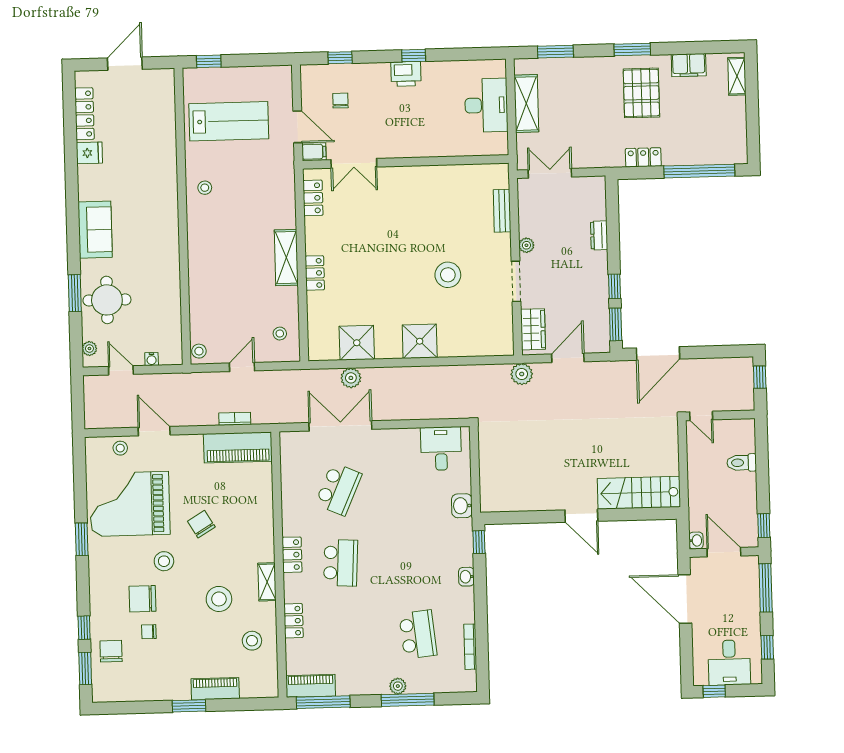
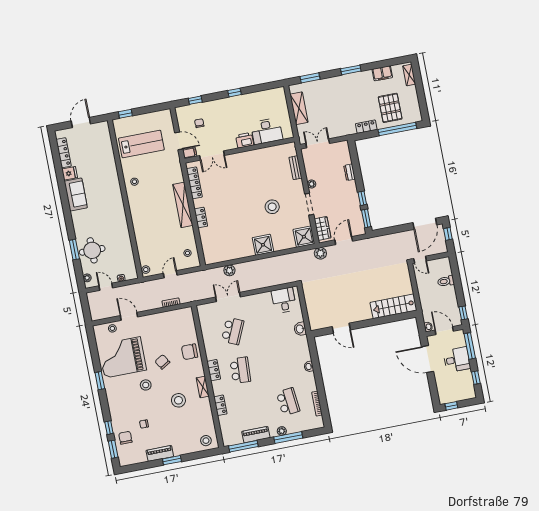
printer: (406, 74) -> (245, 140), moved, turned 180
pallet: (641, 93) -> (390, 108), moved
desk: (486, 105) -> (267, 131), moved, turned 90
locker: (313, 198) -> (194, 183), width x1.53
sofa: (95, 230) -> (76, 194), moved
shelving: (286, 258) -> (183, 205), width x1.47
shower: (357, 343) -> (304, 237), moved
door: (658, 353) -> (425, 224), moved
double door: (340, 426) -> (228, 297), width x0.73
piano: (238, 447) -> (175, 318), removed
door: (581, 516) -> (341, 328), moved
window: (479, 542) -> (312, 347), removed
chair: (143, 599) -> (190, 352), moved
stool: (252, 641) -> (206, 441), moved
desk: (729, 663) -> (457, 360), moved, turned -90
piano: (311, 686) -> (256, 435), moved
piano: (215, 689) -> (160, 453), moved

